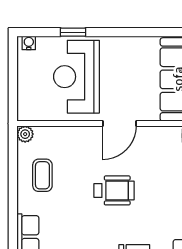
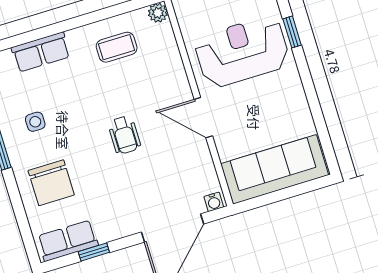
wheelchair: (114, 190) -> (124, 135), width x0.73, depth x0.73

